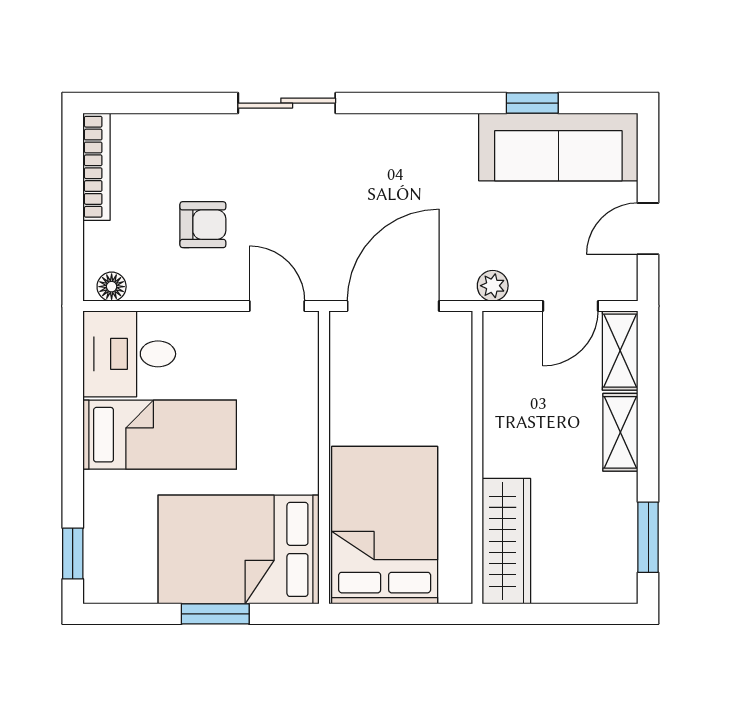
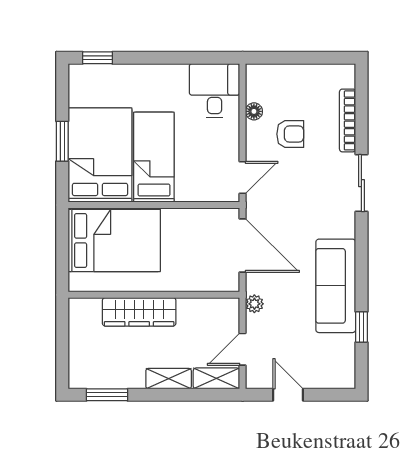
sofa: (558, 147) -> (336, 286), moved
bookcase: (96, 167) -> (348, 120), moved, turned 90
armchair: (203, 225) -> (290, 134), turned -90
floor lamp: (112, 287) -> (254, 111), moved
door: (570, 306) -> (243, 349), hinge flipped
bed: (160, 435) -> (154, 157), moved, turned 180
wardrobe: (506, 541) -> (139, 312), moved

